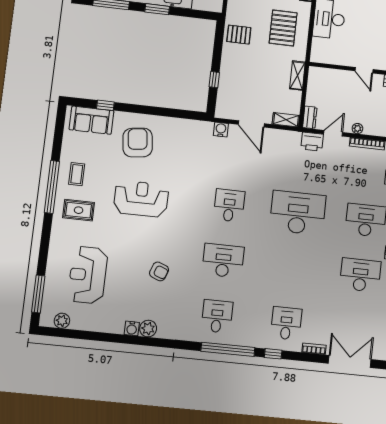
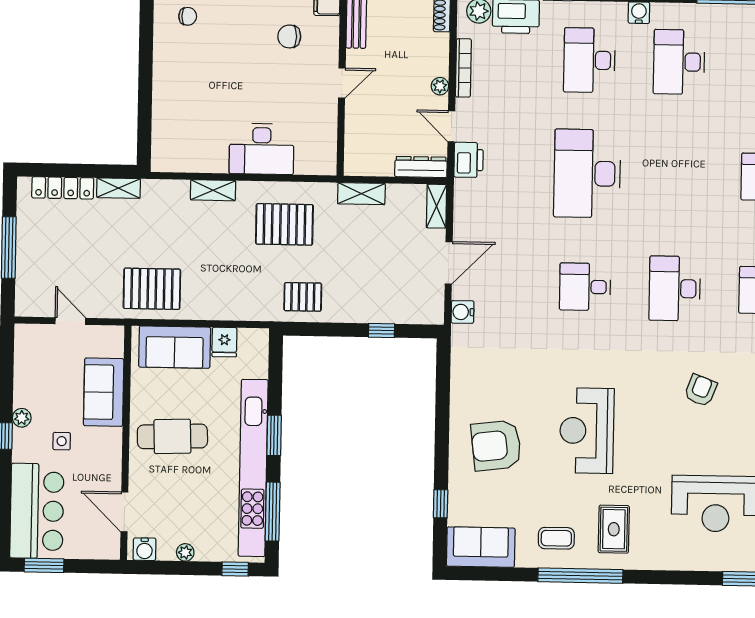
pallet: (239, 35) -> (303, 297), turned 90
dresser: (310, 117) -> (421, 167), width x1.44
sofa: (92, 120) -> (481, 547), moved, turned -90

